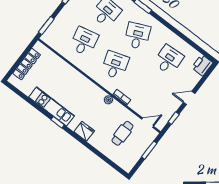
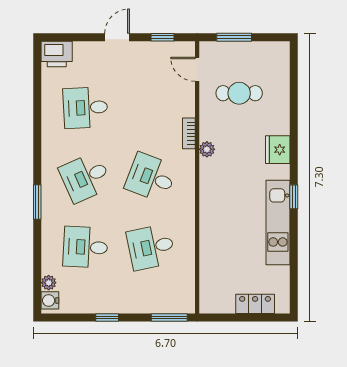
locker: (27, 64) -> (255, 304), width x0.66
desk: (115, 65) -> (151, 177), turned 39
door: (189, 98) -> (117, 37), swing flipped

